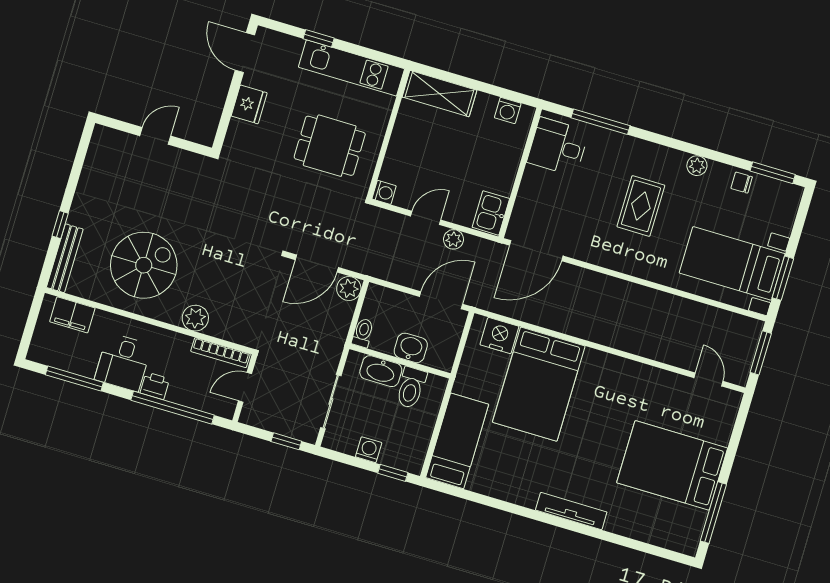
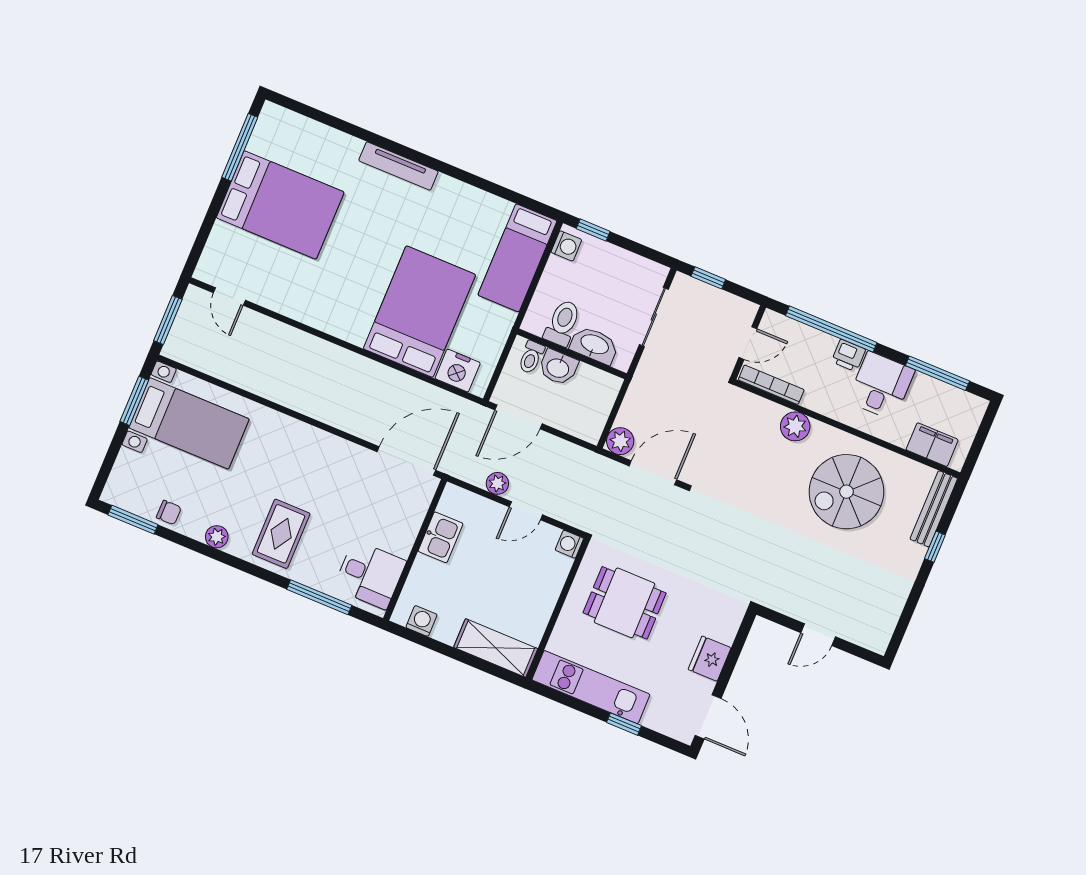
rug: (641, 206) -> (281, 534), moved
kitchen sink: (491, 213) -> (441, 537), moved
toilet: (363, 333) -> (531, 357), moved
washing machine: (369, 450) -> (566, 246), moved, turned -90

